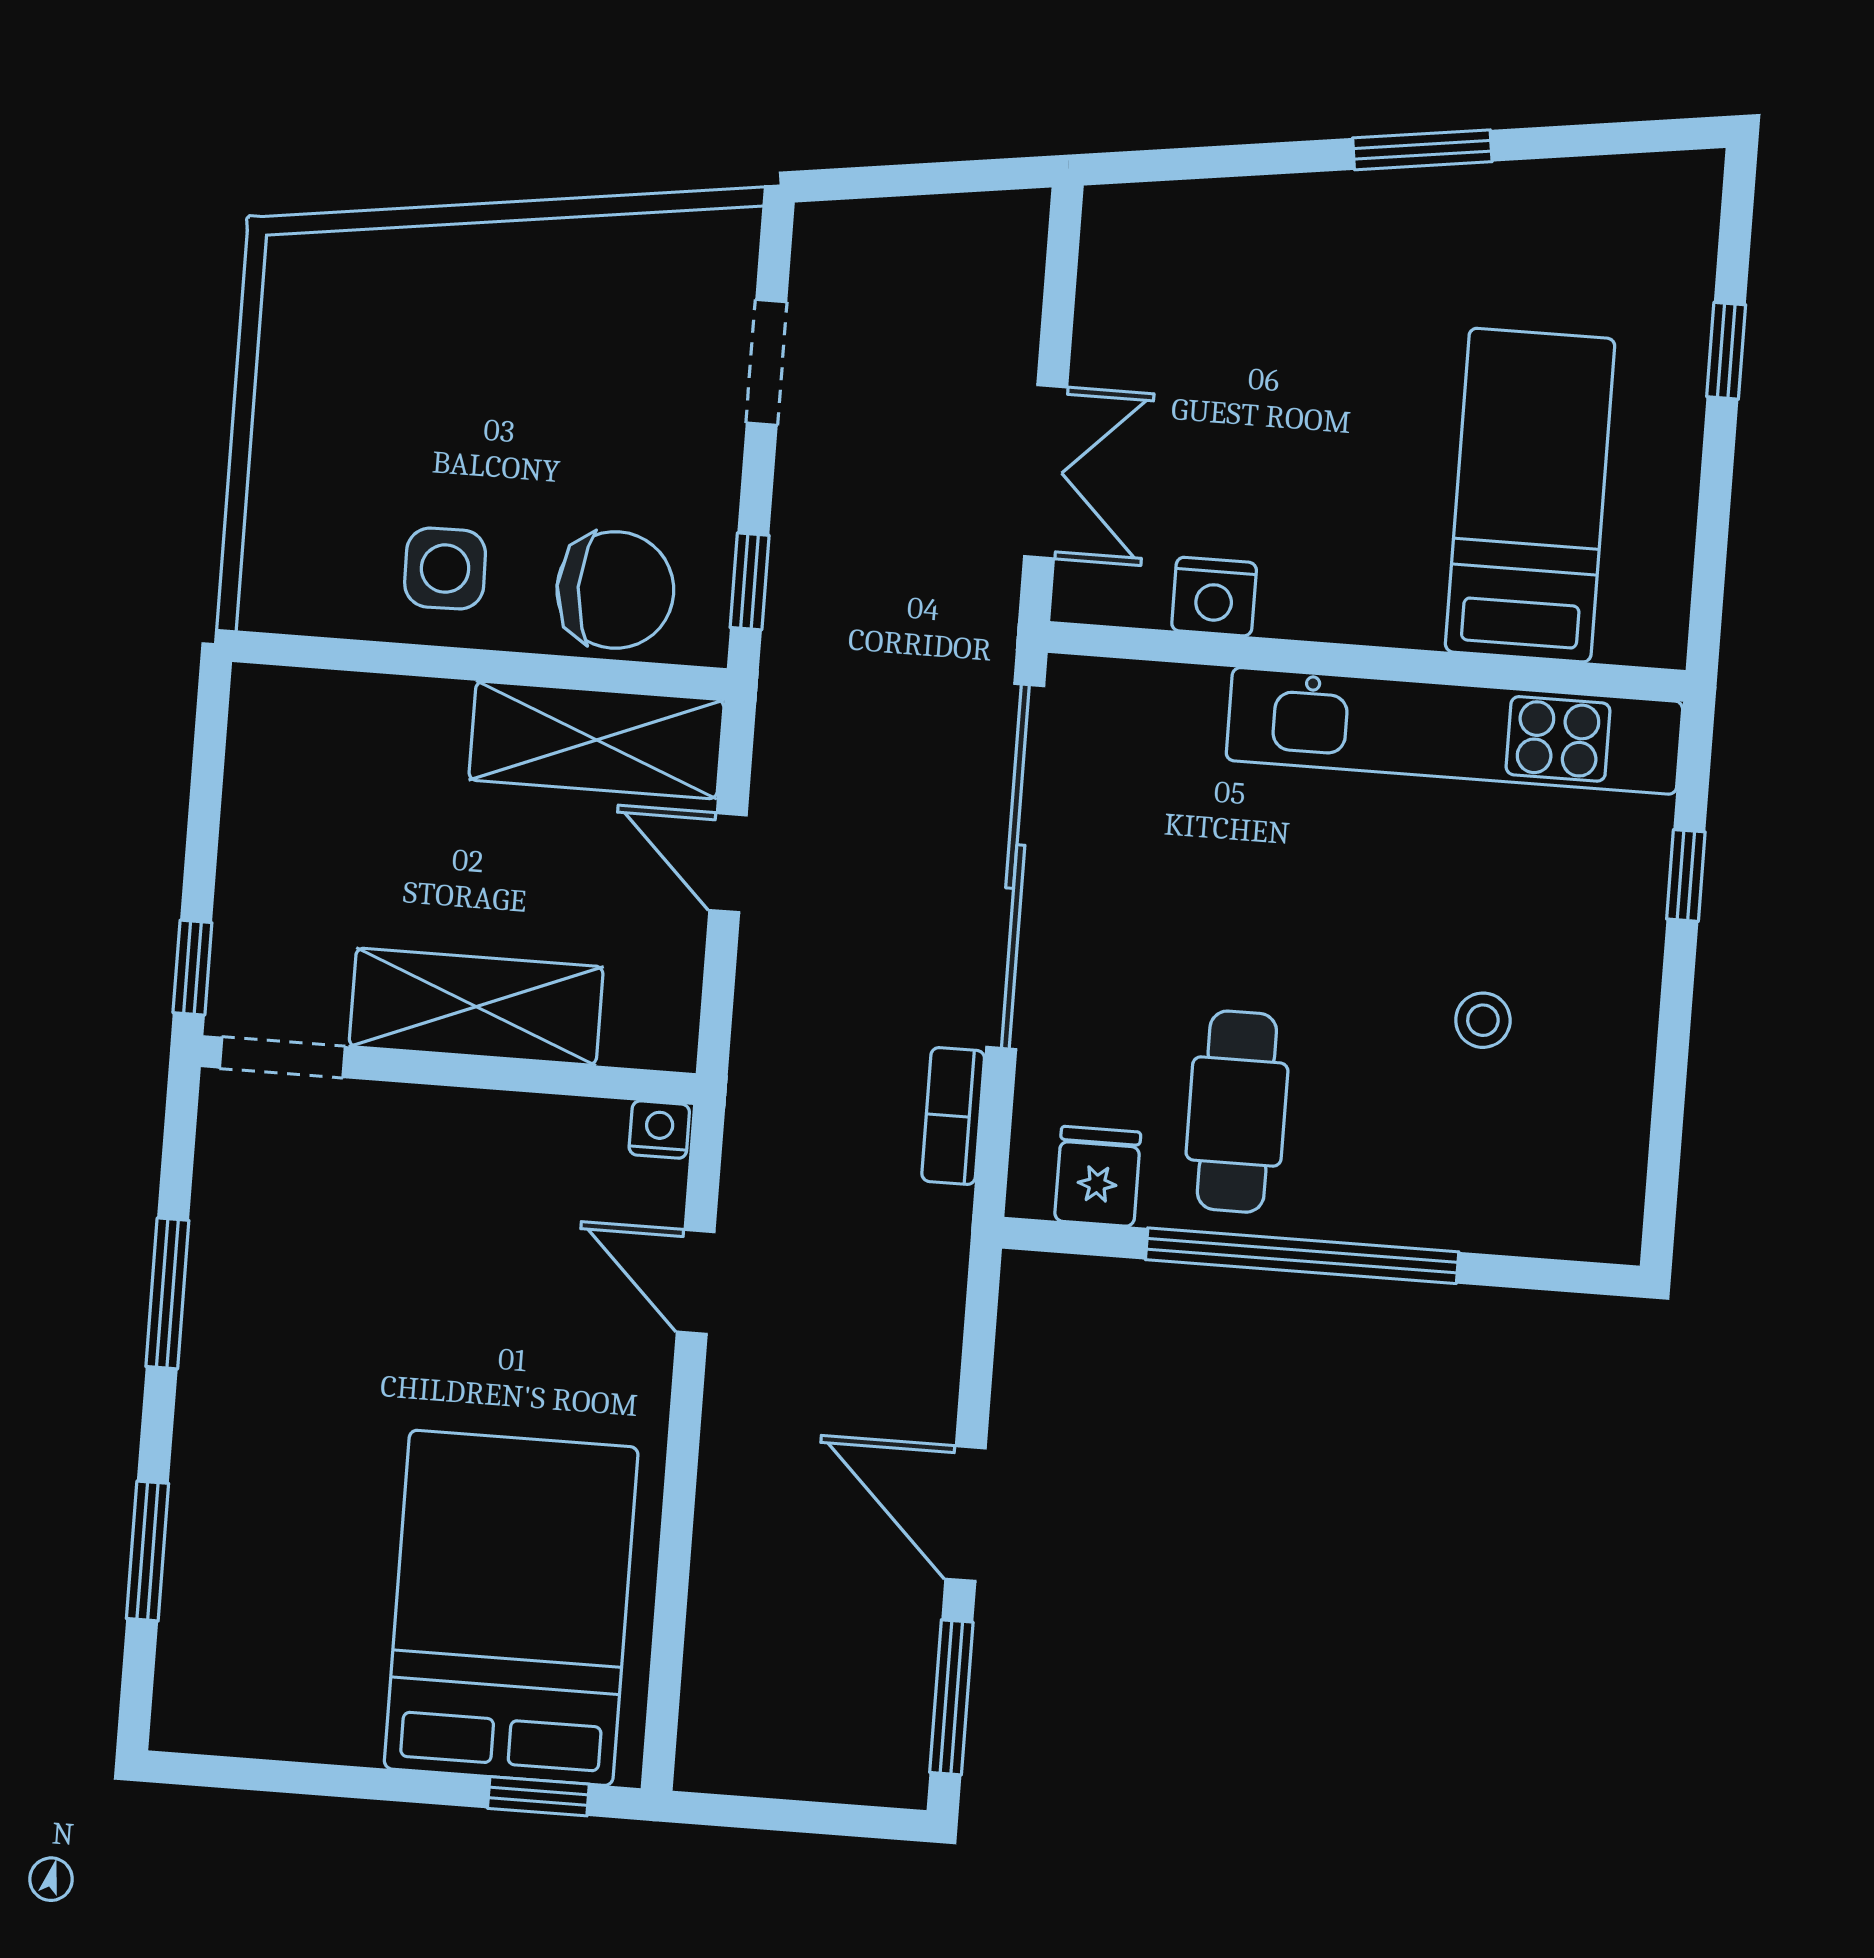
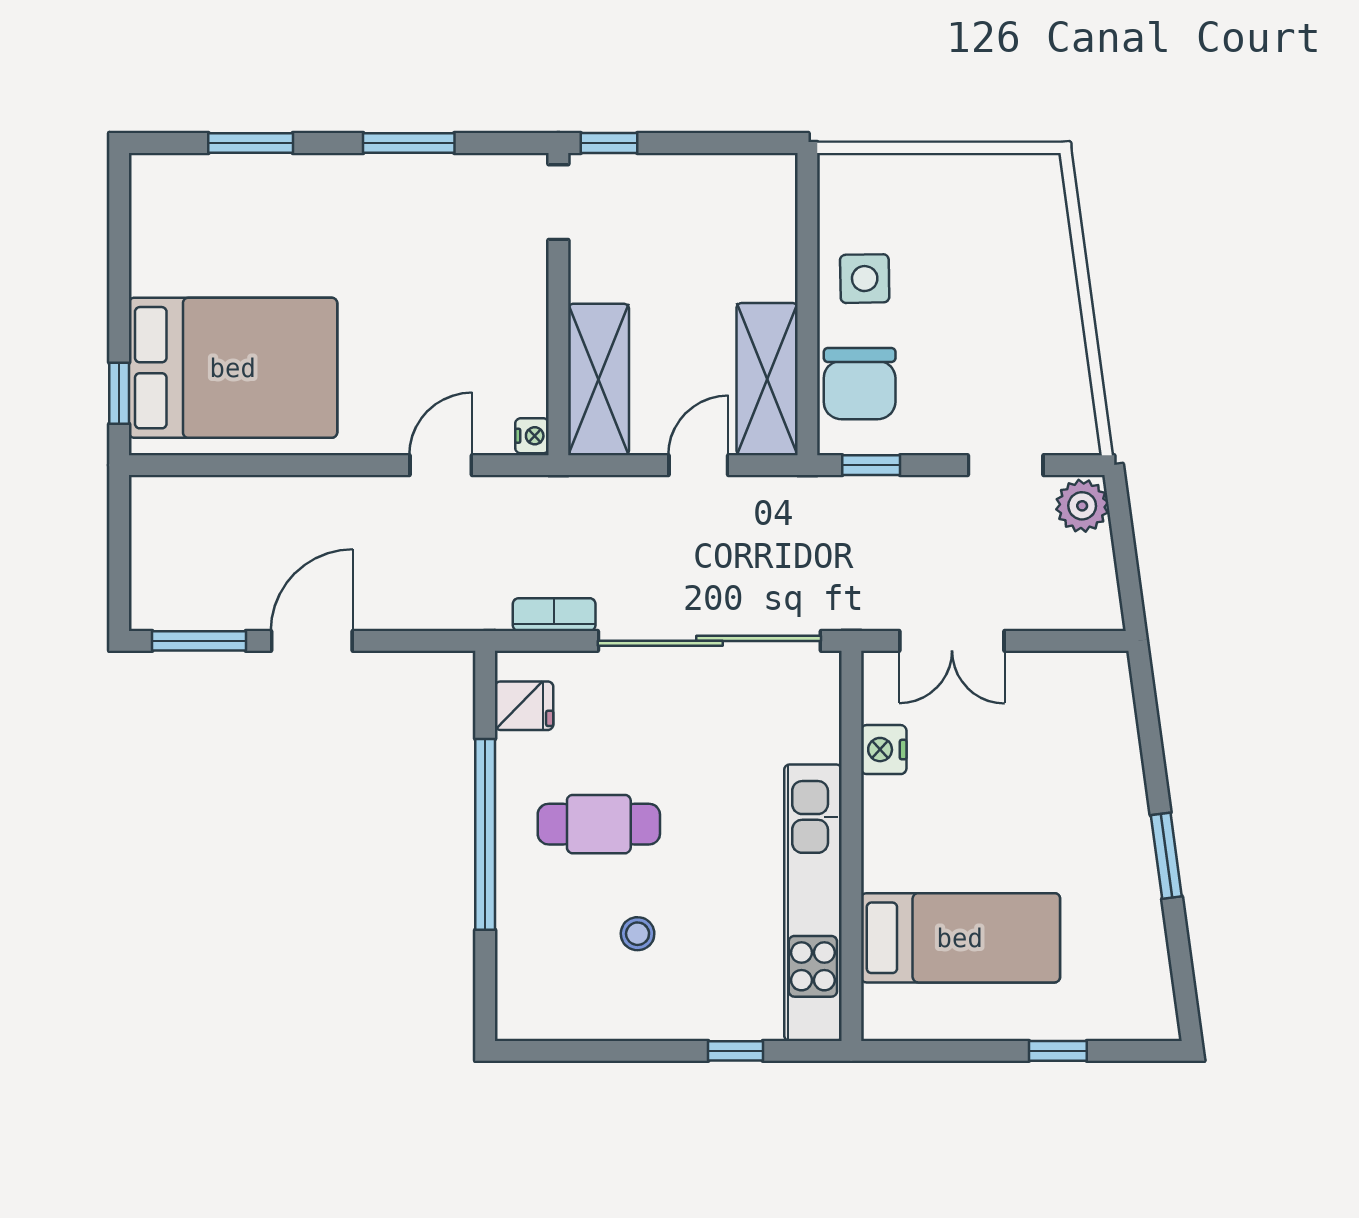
plant: (842, 243) -> (1082, 506), added
shelving: (476, 1007) -> (599, 379), moved
cafe table: (1237, 1112) -> (599, 824), moved

